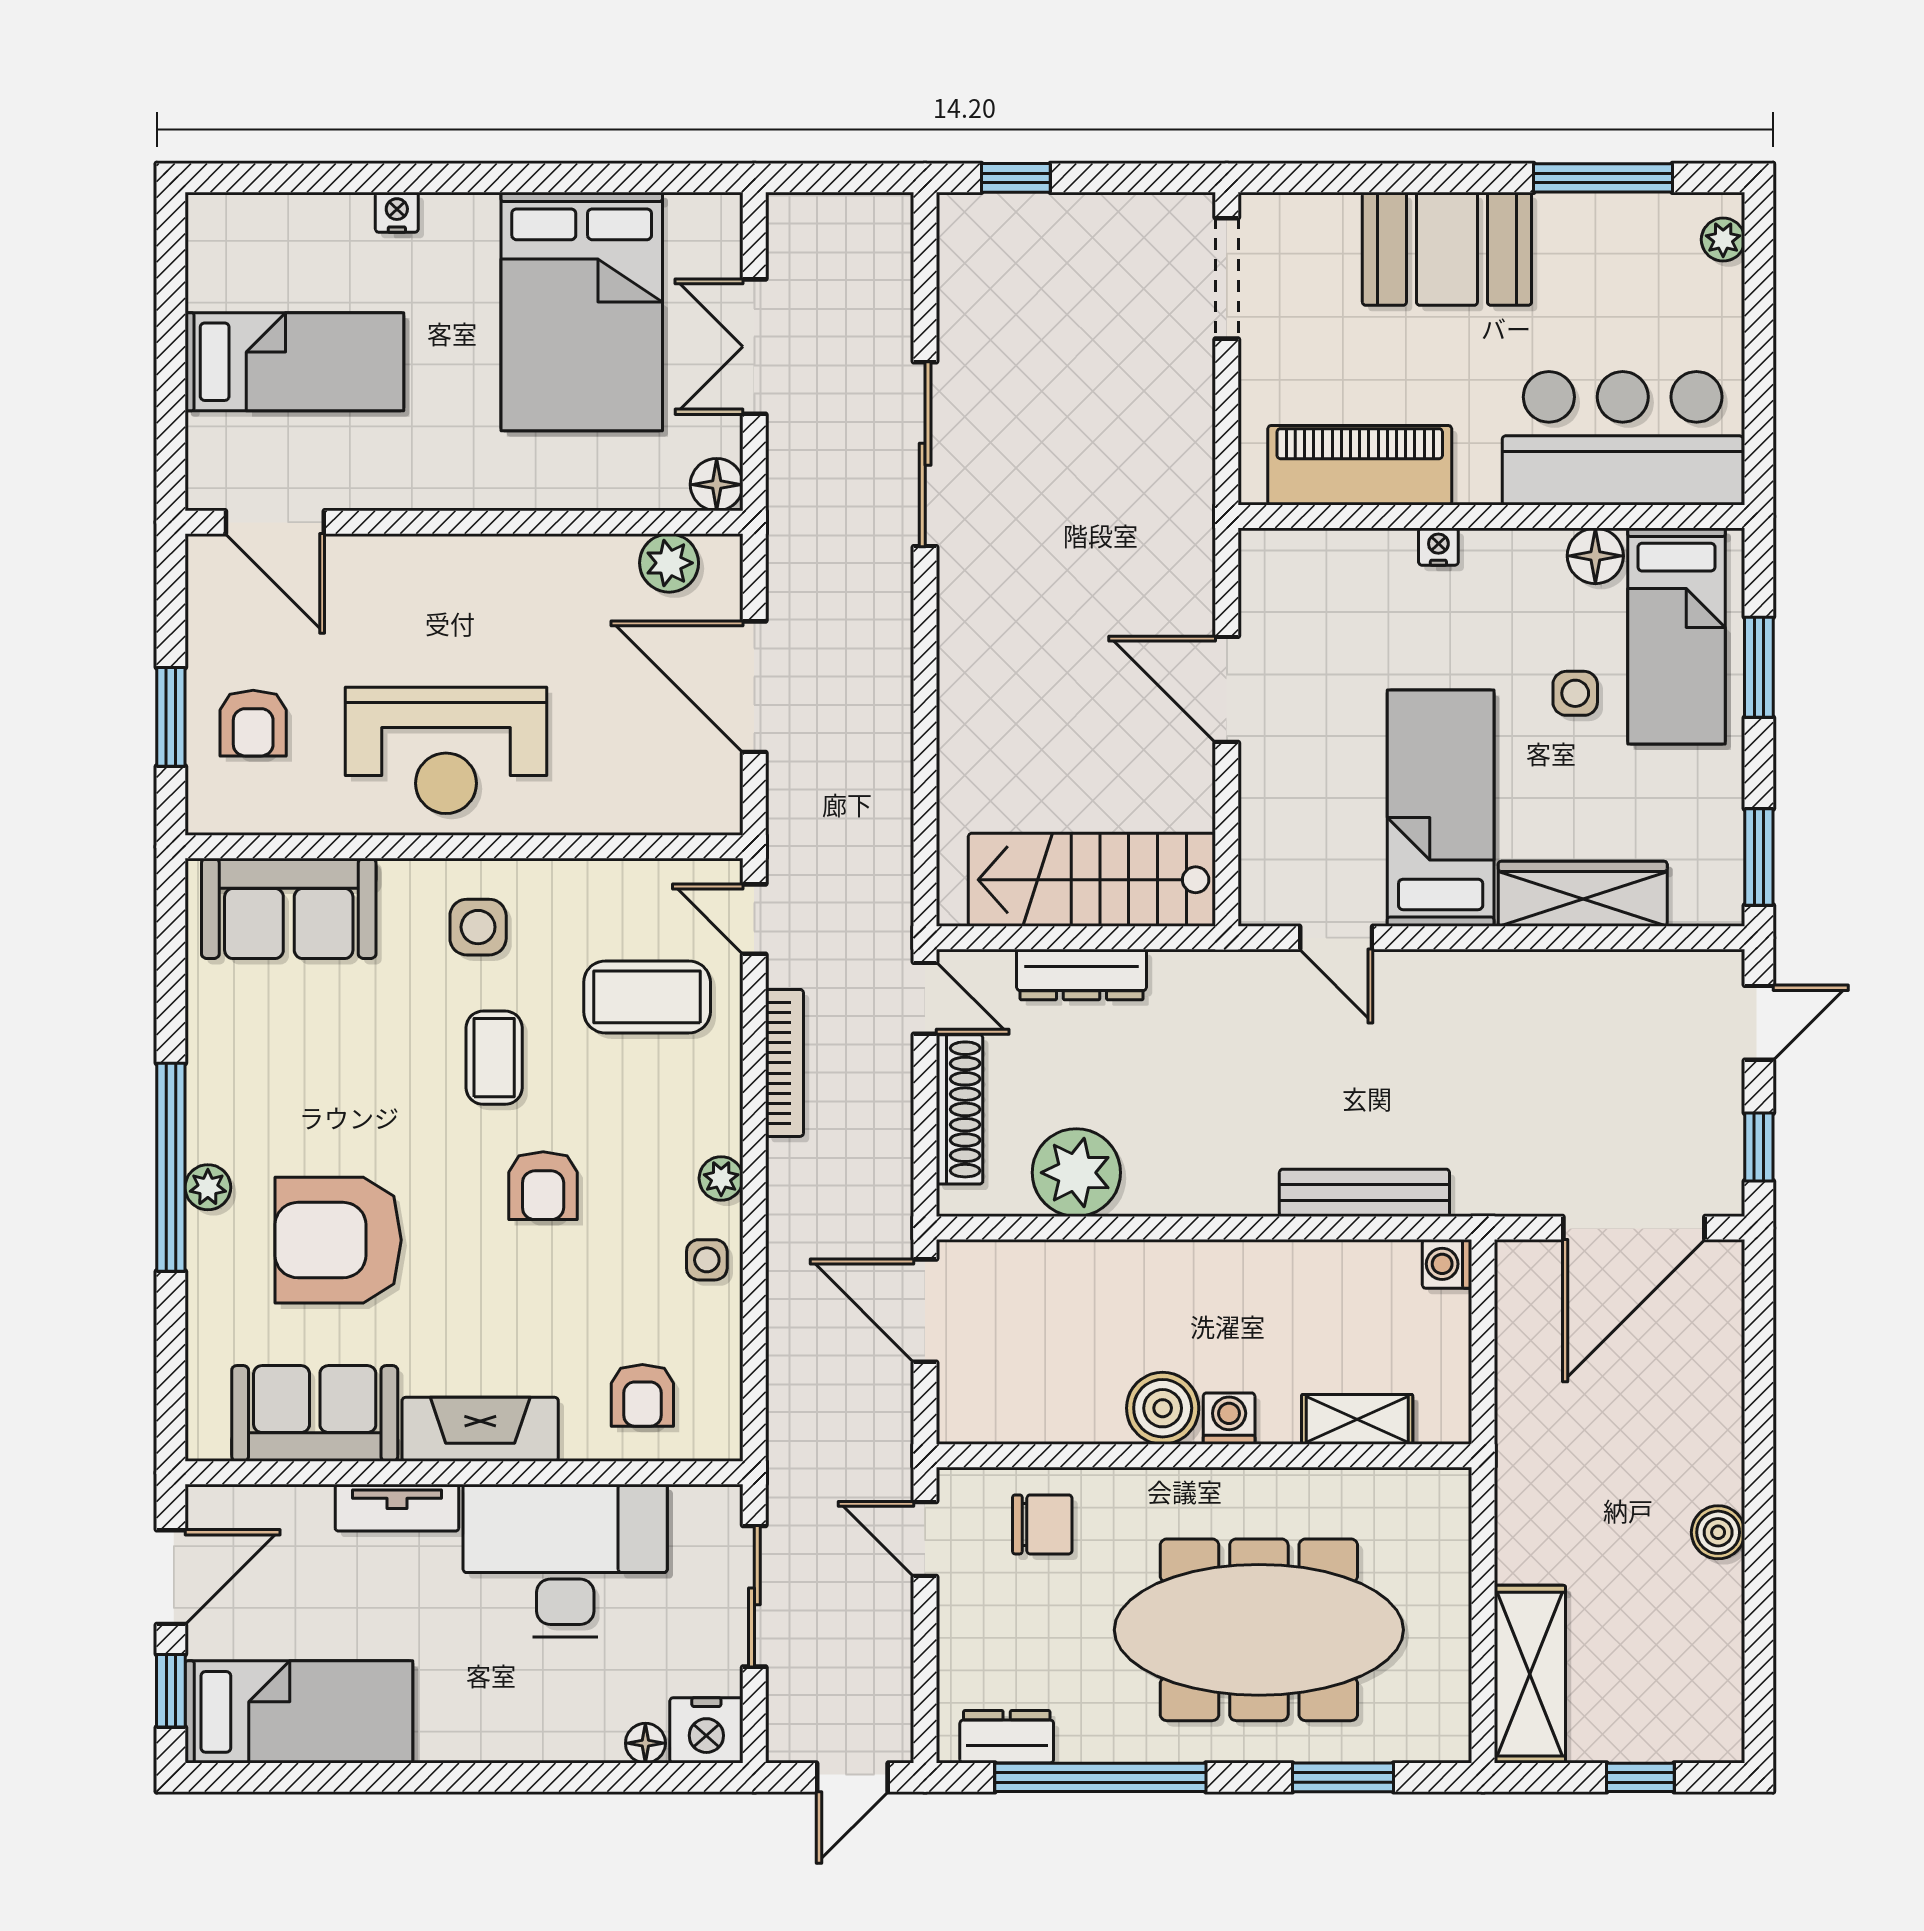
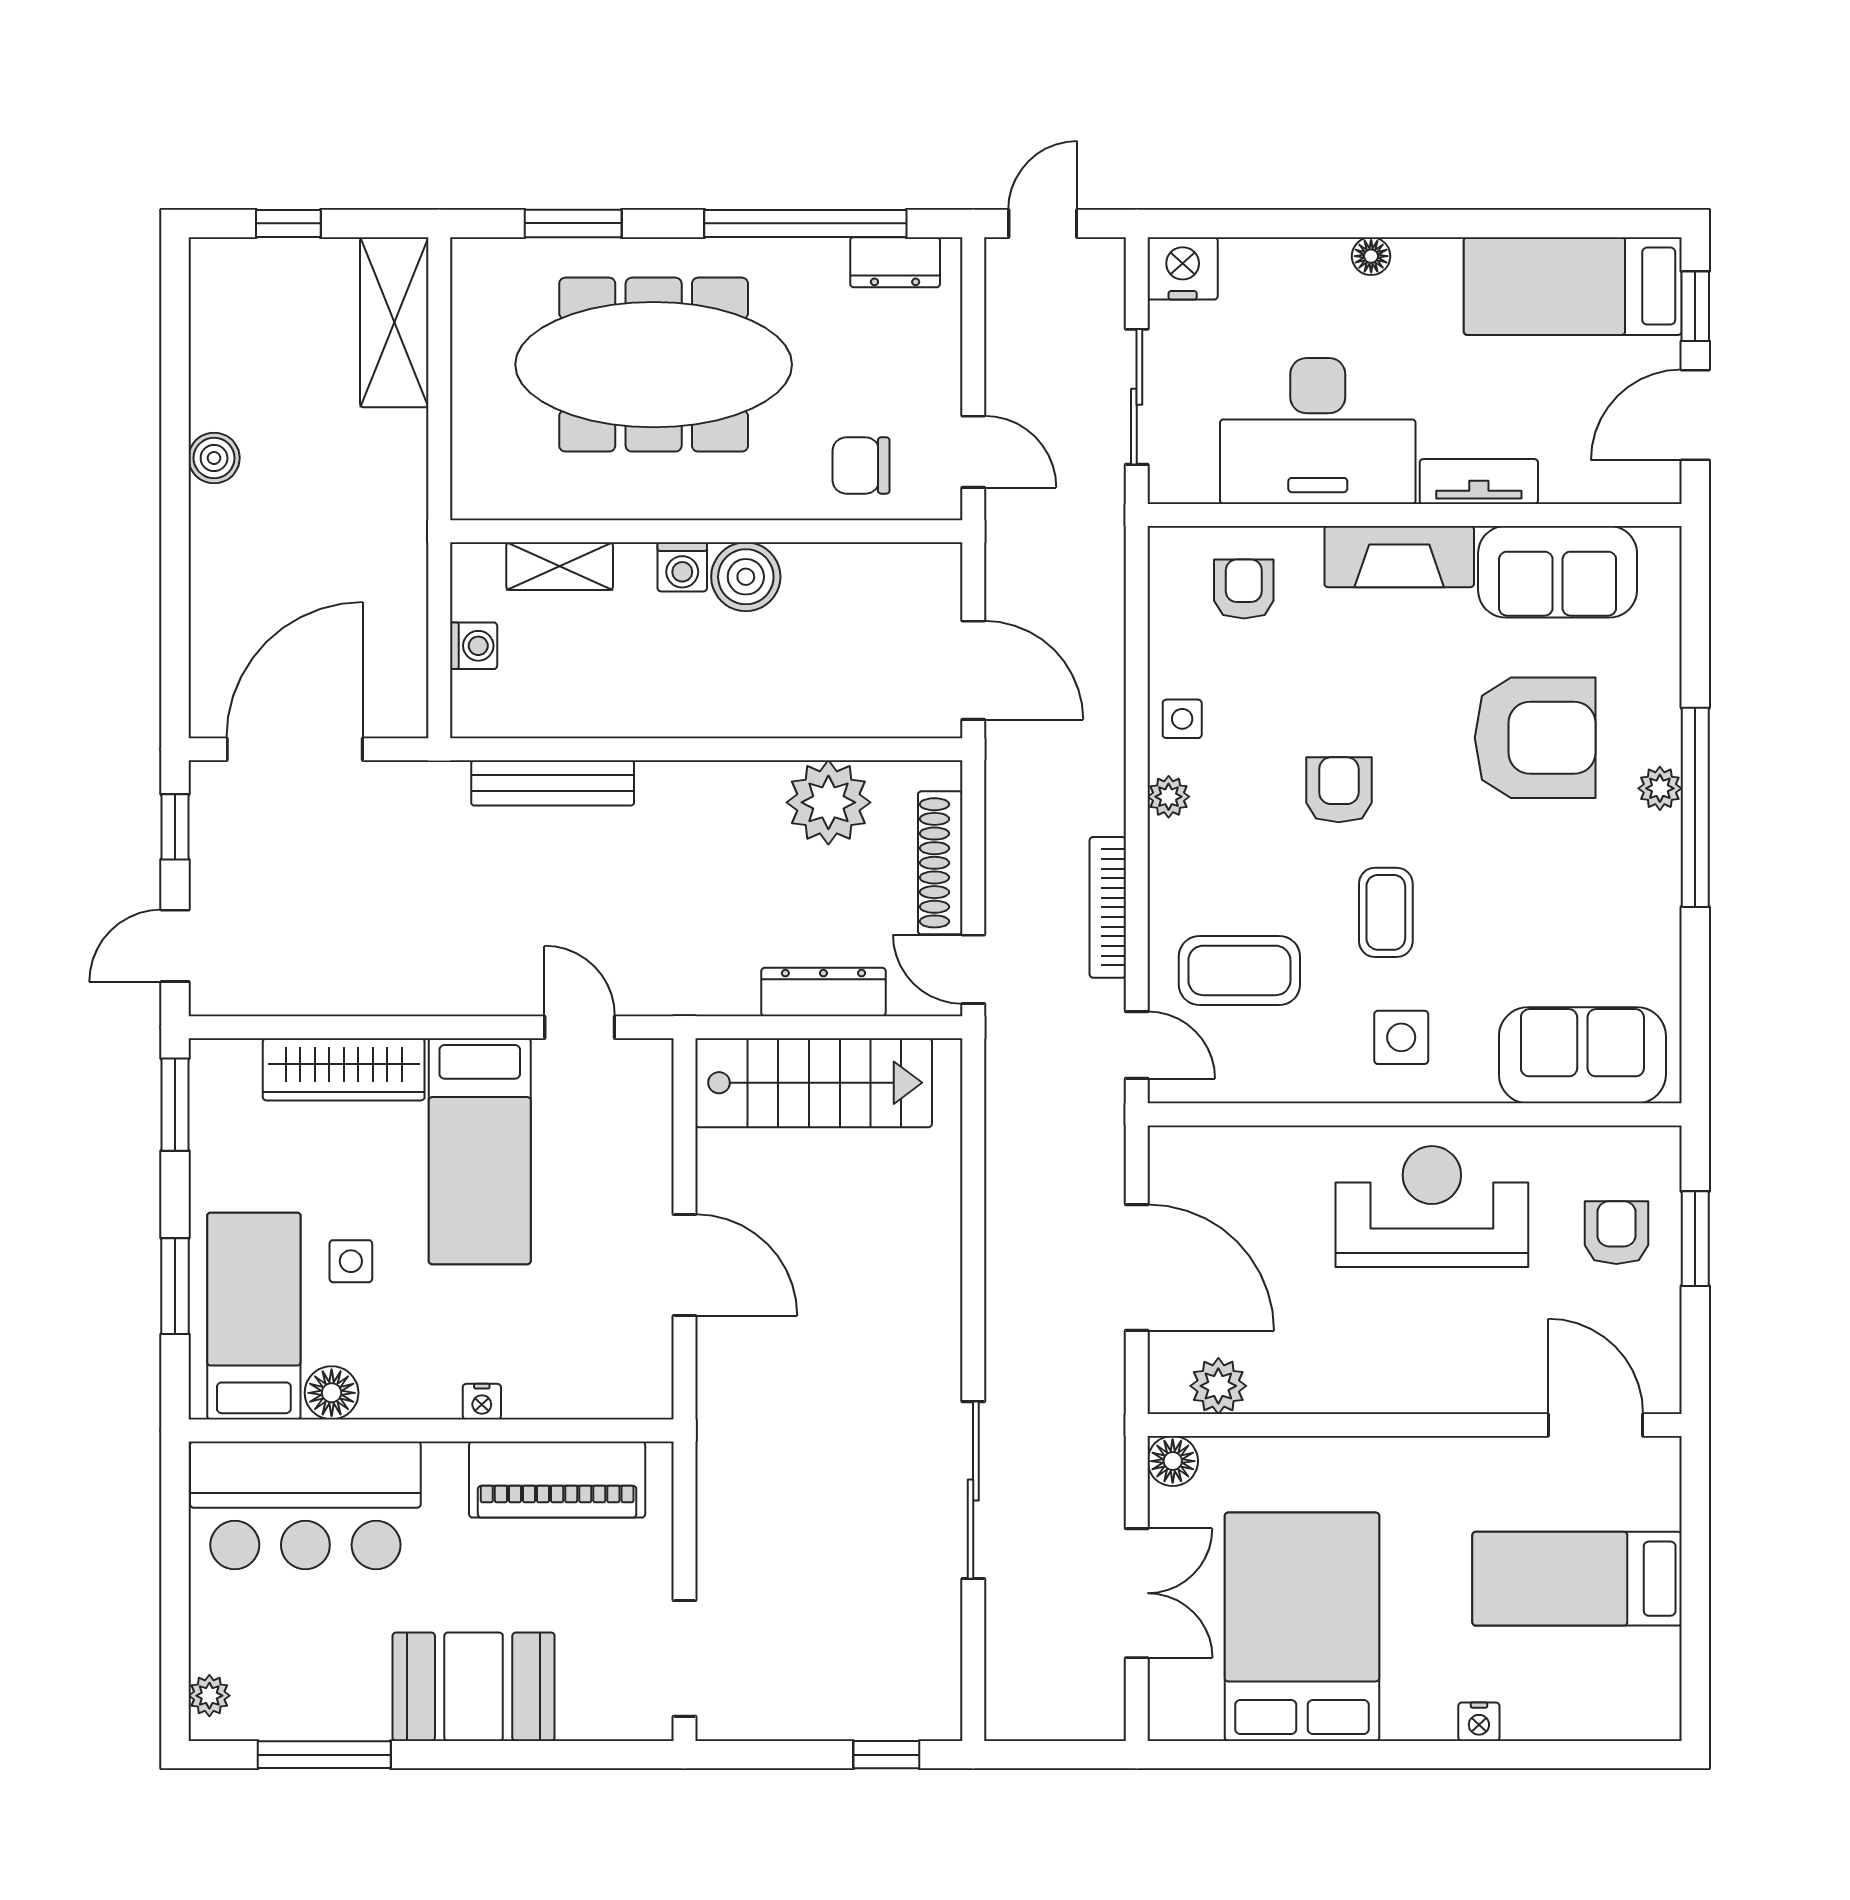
washing machine: (1447, 1264) -> (474, 646), moved
floor lamp: (645, 1743) -> (1371, 256), moved

